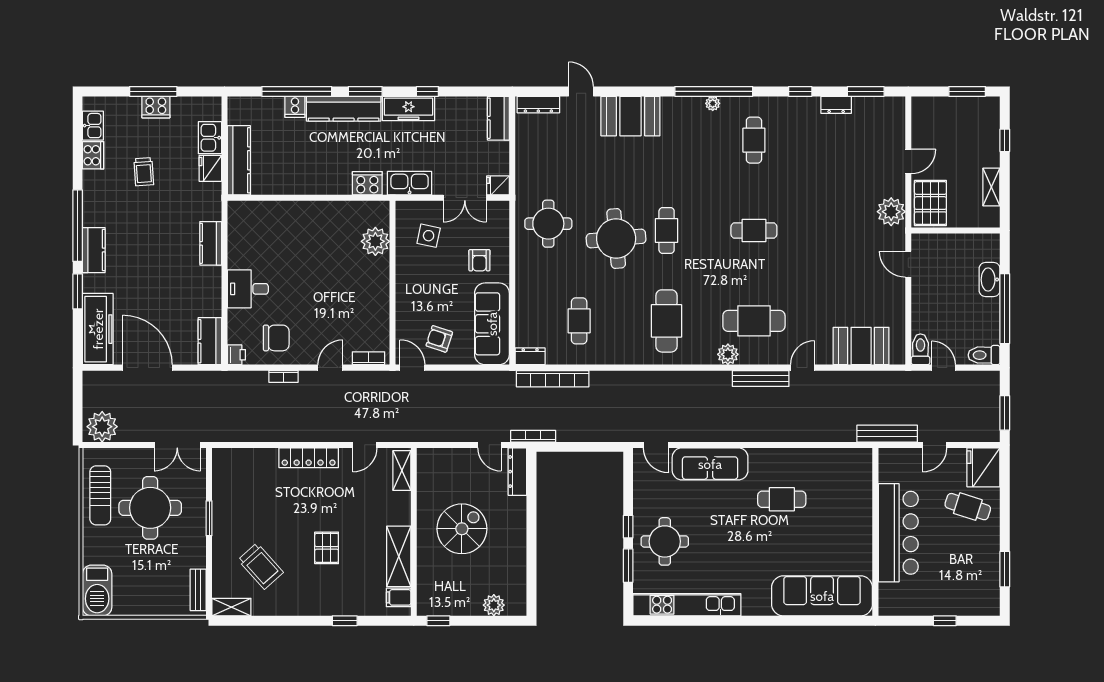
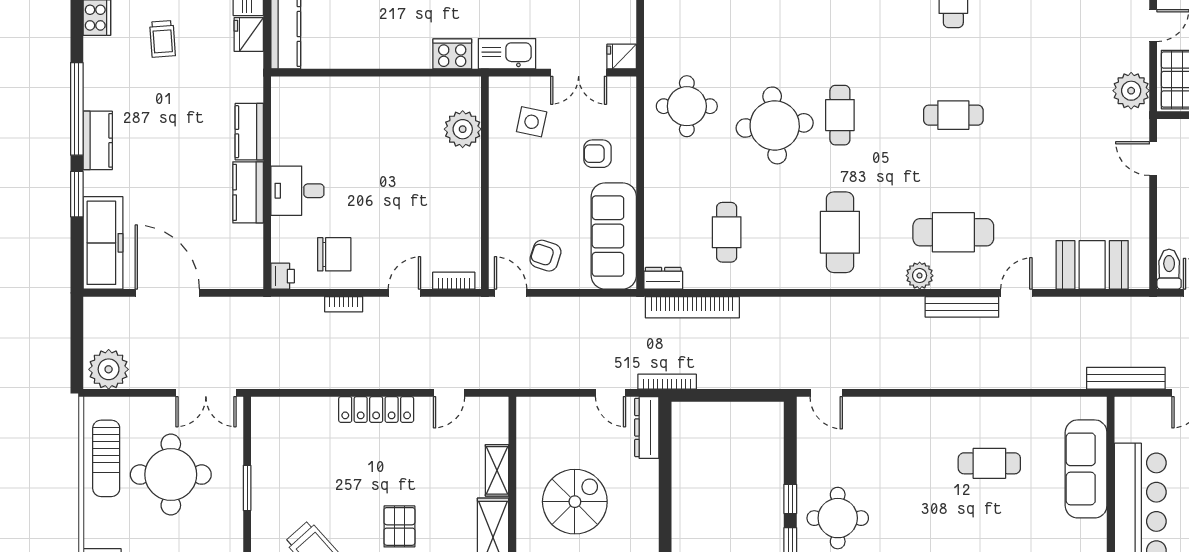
armchair: (479, 260) -> (598, 154), turned 90
kitchen counter: (210, 341) -> (248, 192), moved
sofa: (710, 464) -> (1086, 469), moved, turned 90
shelving: (402, 471) -> (497, 470), moved

